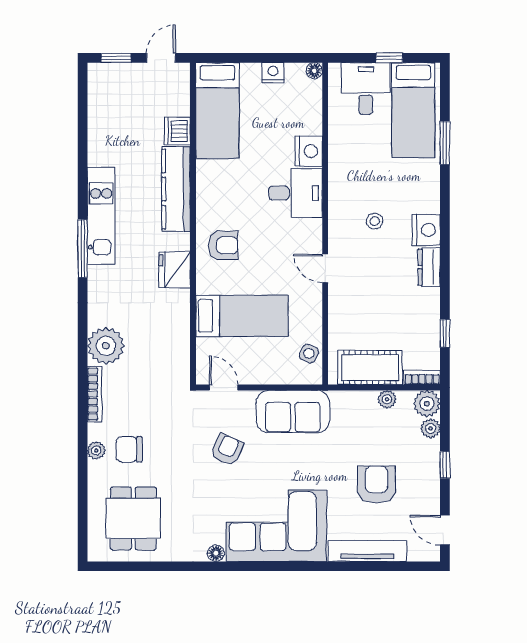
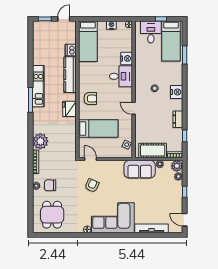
dresser: (429, 267) -> (178, 119), moved
sofa: (293, 412) -> (140, 169), moved
armchair: (377, 485) -> (155, 200), removed

